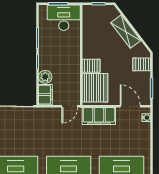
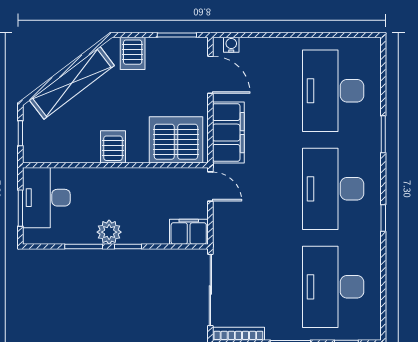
shelving: (126, 32) -> (72, 83), width x1.47
server rack: (91, 66) -> (113, 147), moved
plant: (45, 77) -> (109, 232), moved
door: (130, 106) -> (210, 75), swing flipped

